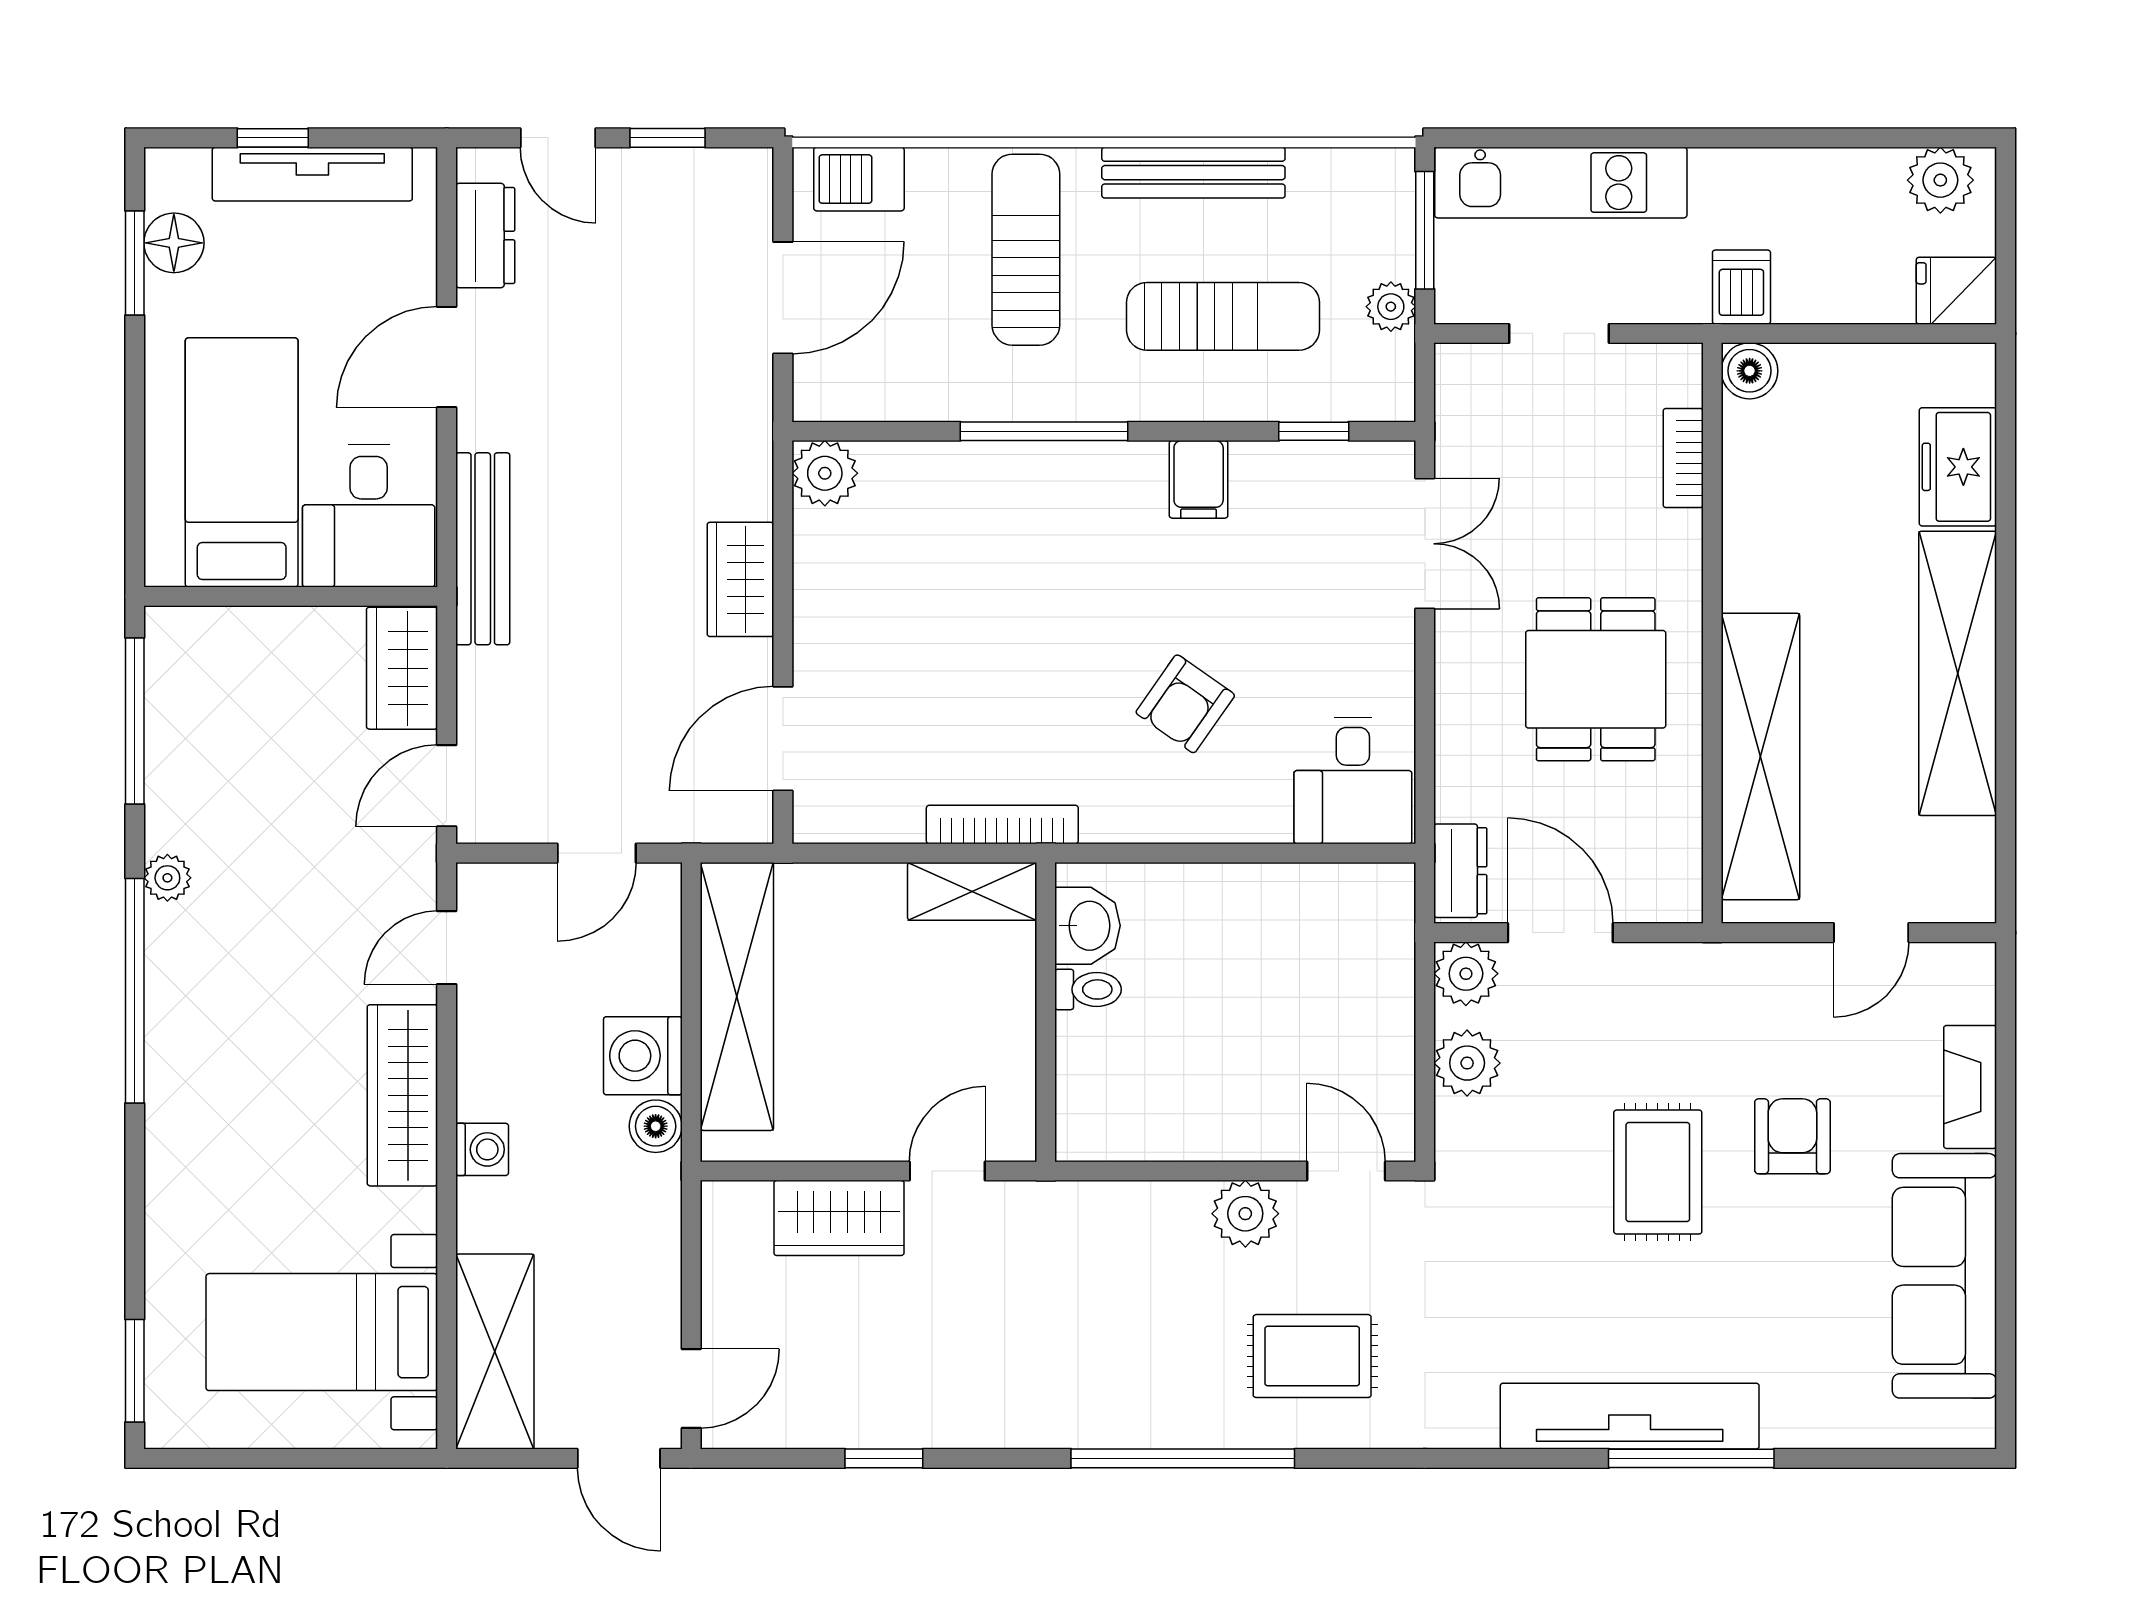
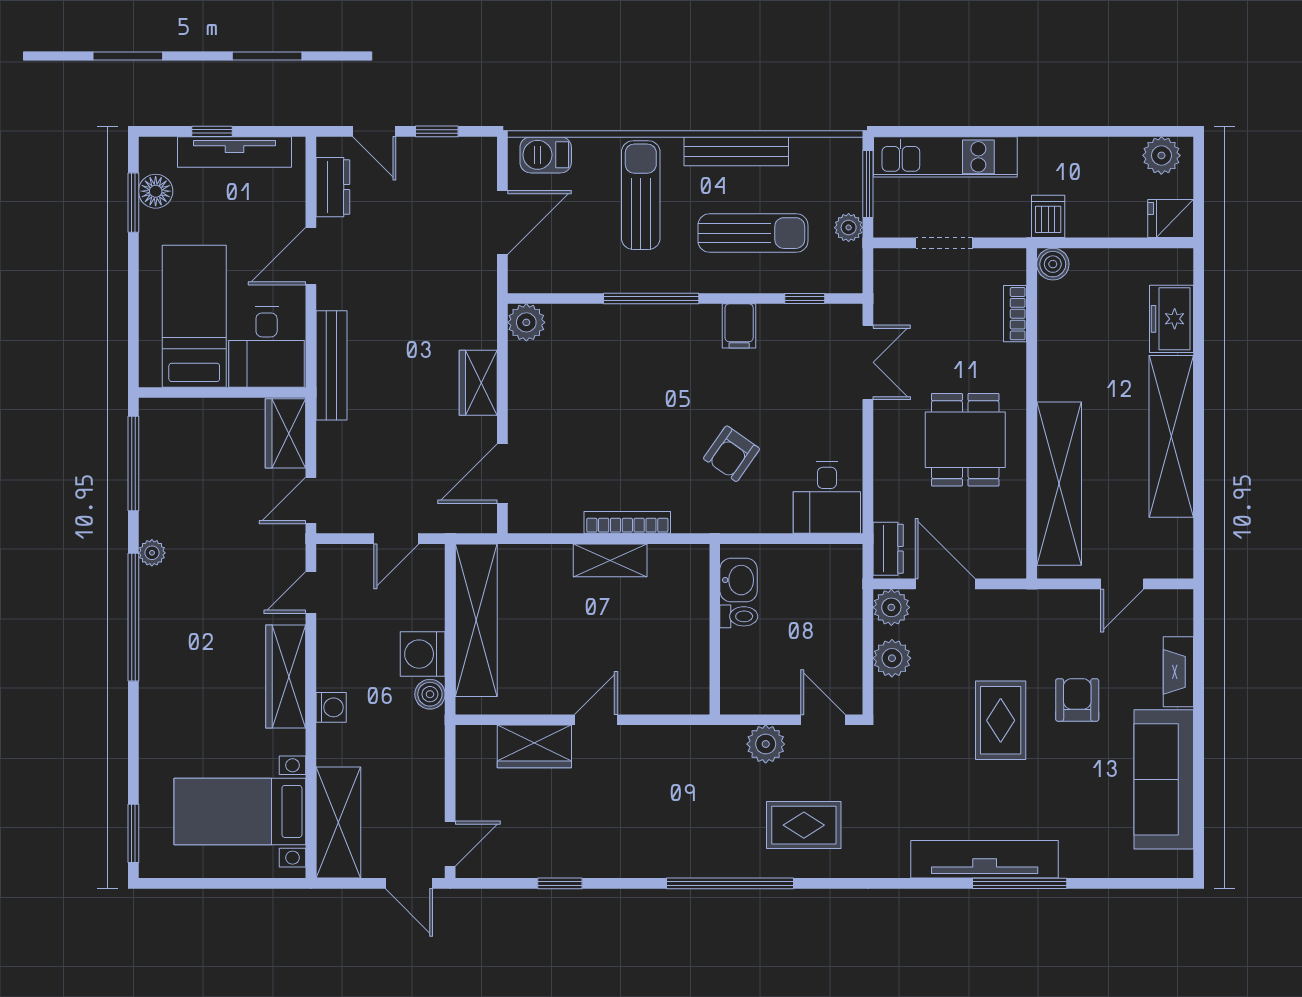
washbasin: (1088, 926) -> (739, 580), moved
toilet: (1088, 989) -> (739, 616), moved
wall: (1046, 1012) -> (715, 629), moved

